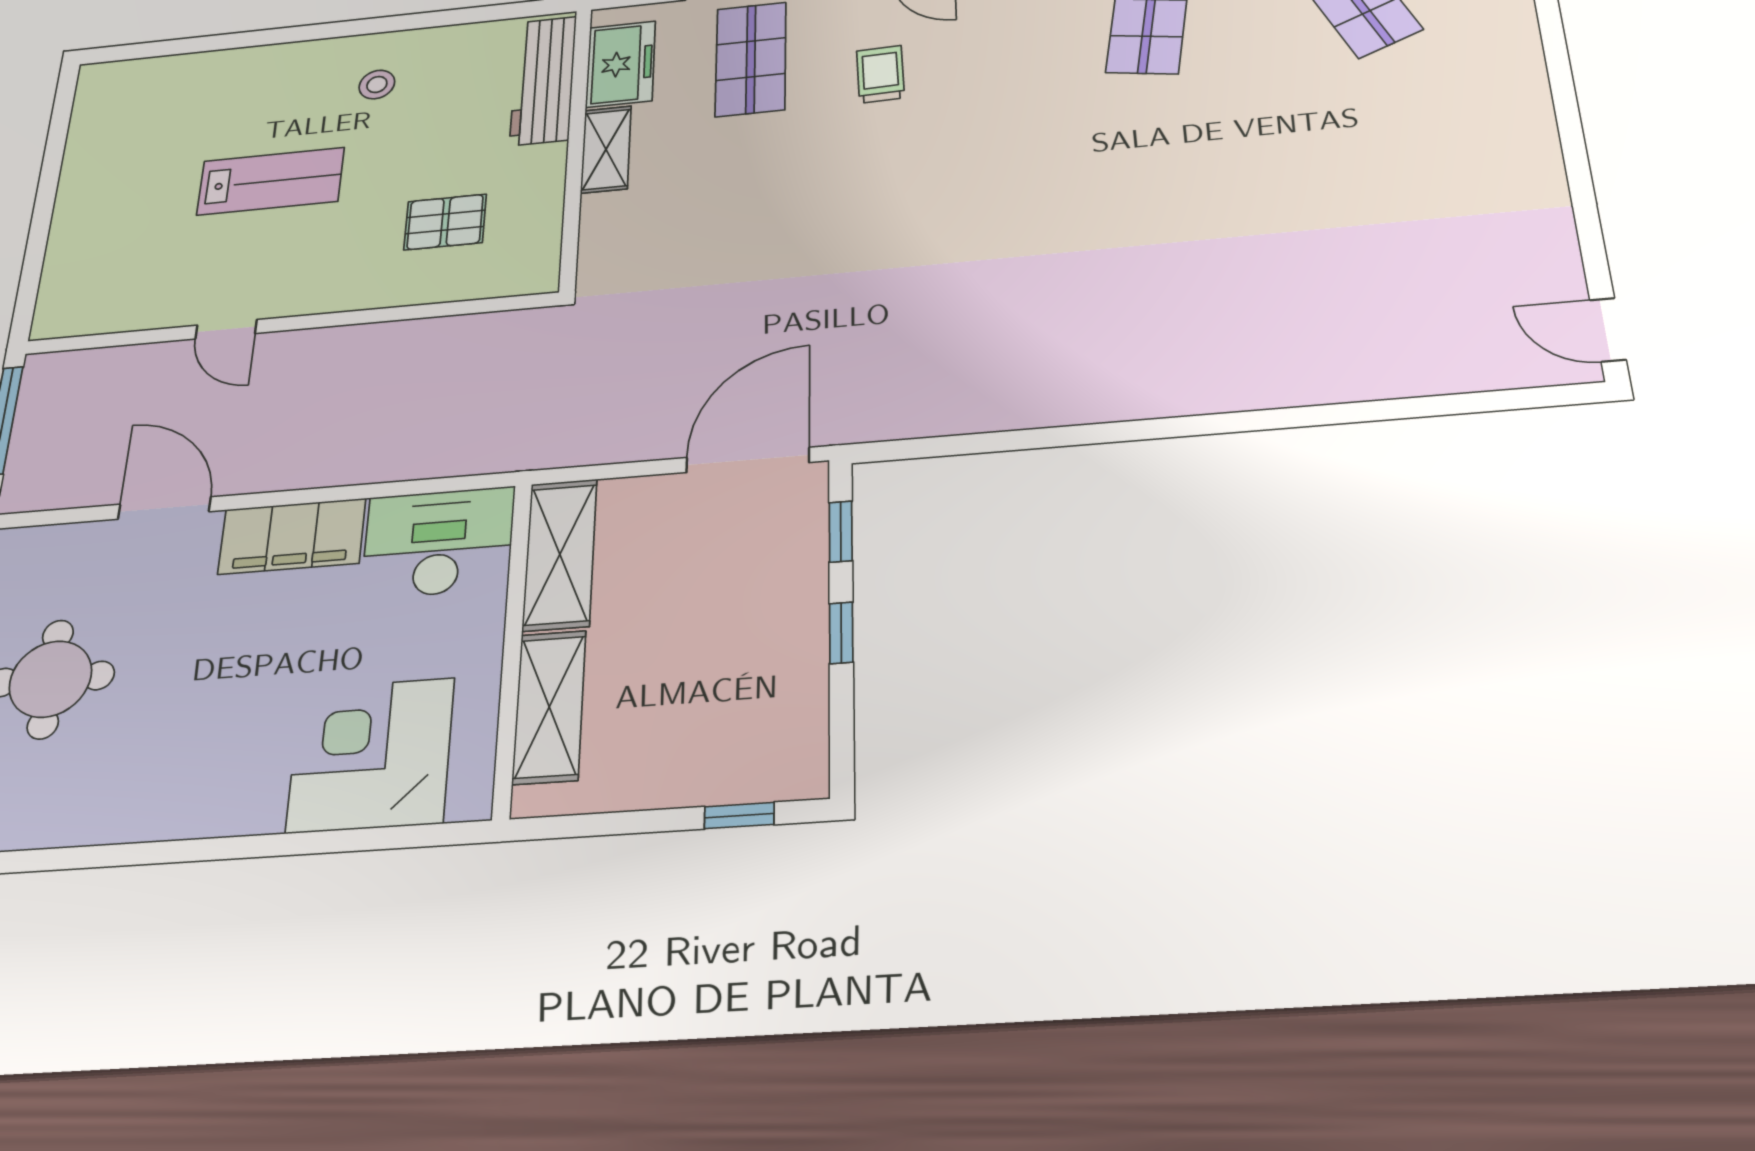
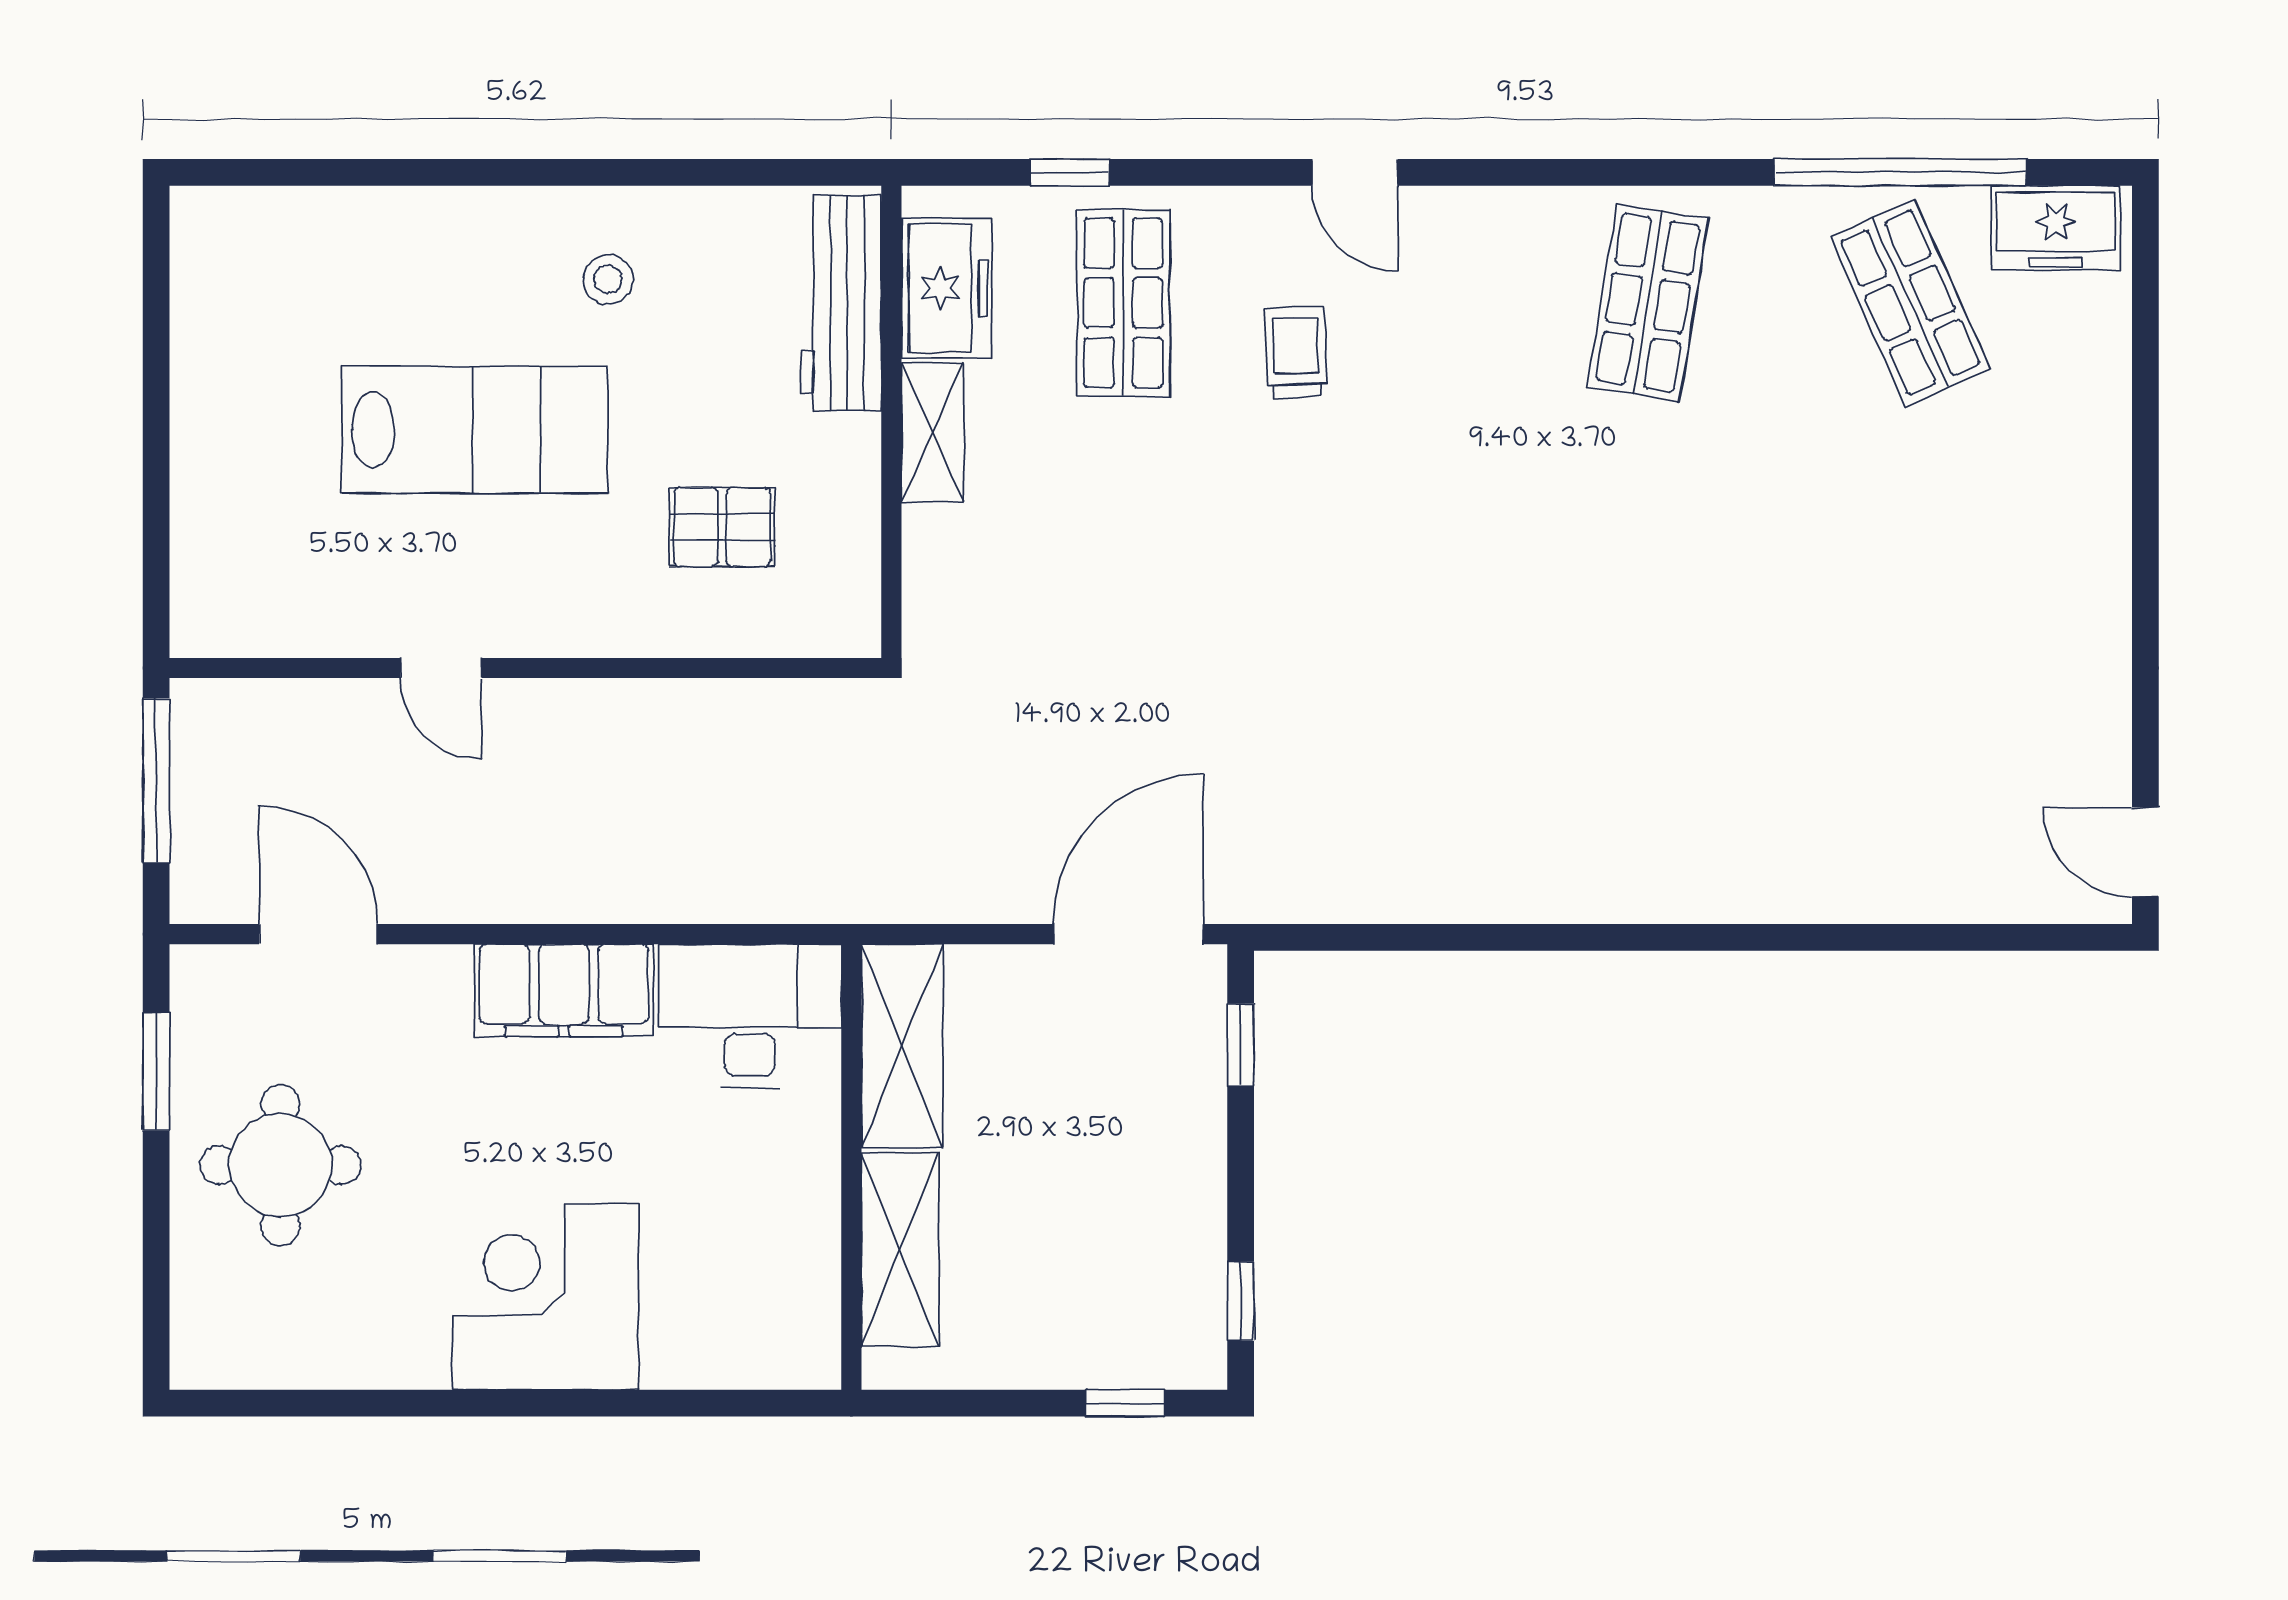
lab bench: (271, 181) -> (474, 430), width x1.36, depth x1.39
door: (164, 508) -> (318, 934), moved
window: (841, 633) -> (1241, 1301), moved
corner desk: (371, 755) -> (546, 1297), moved

